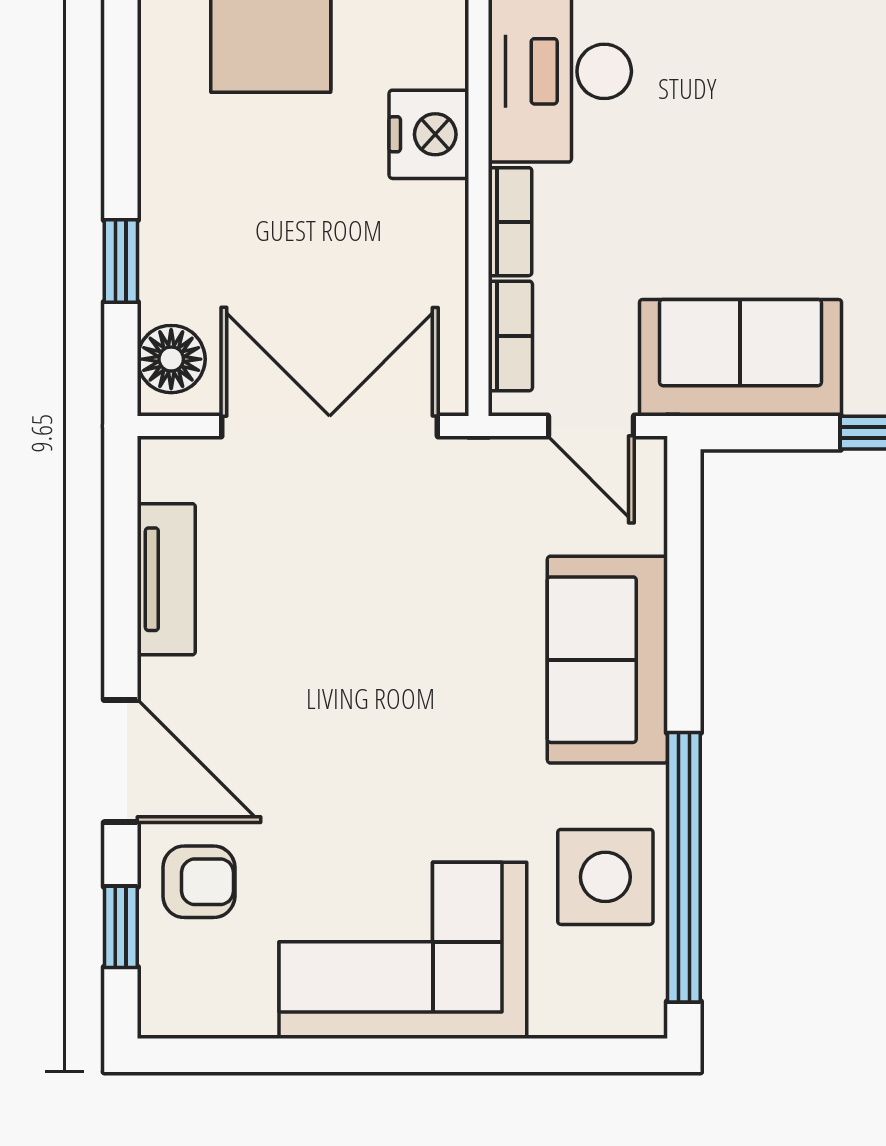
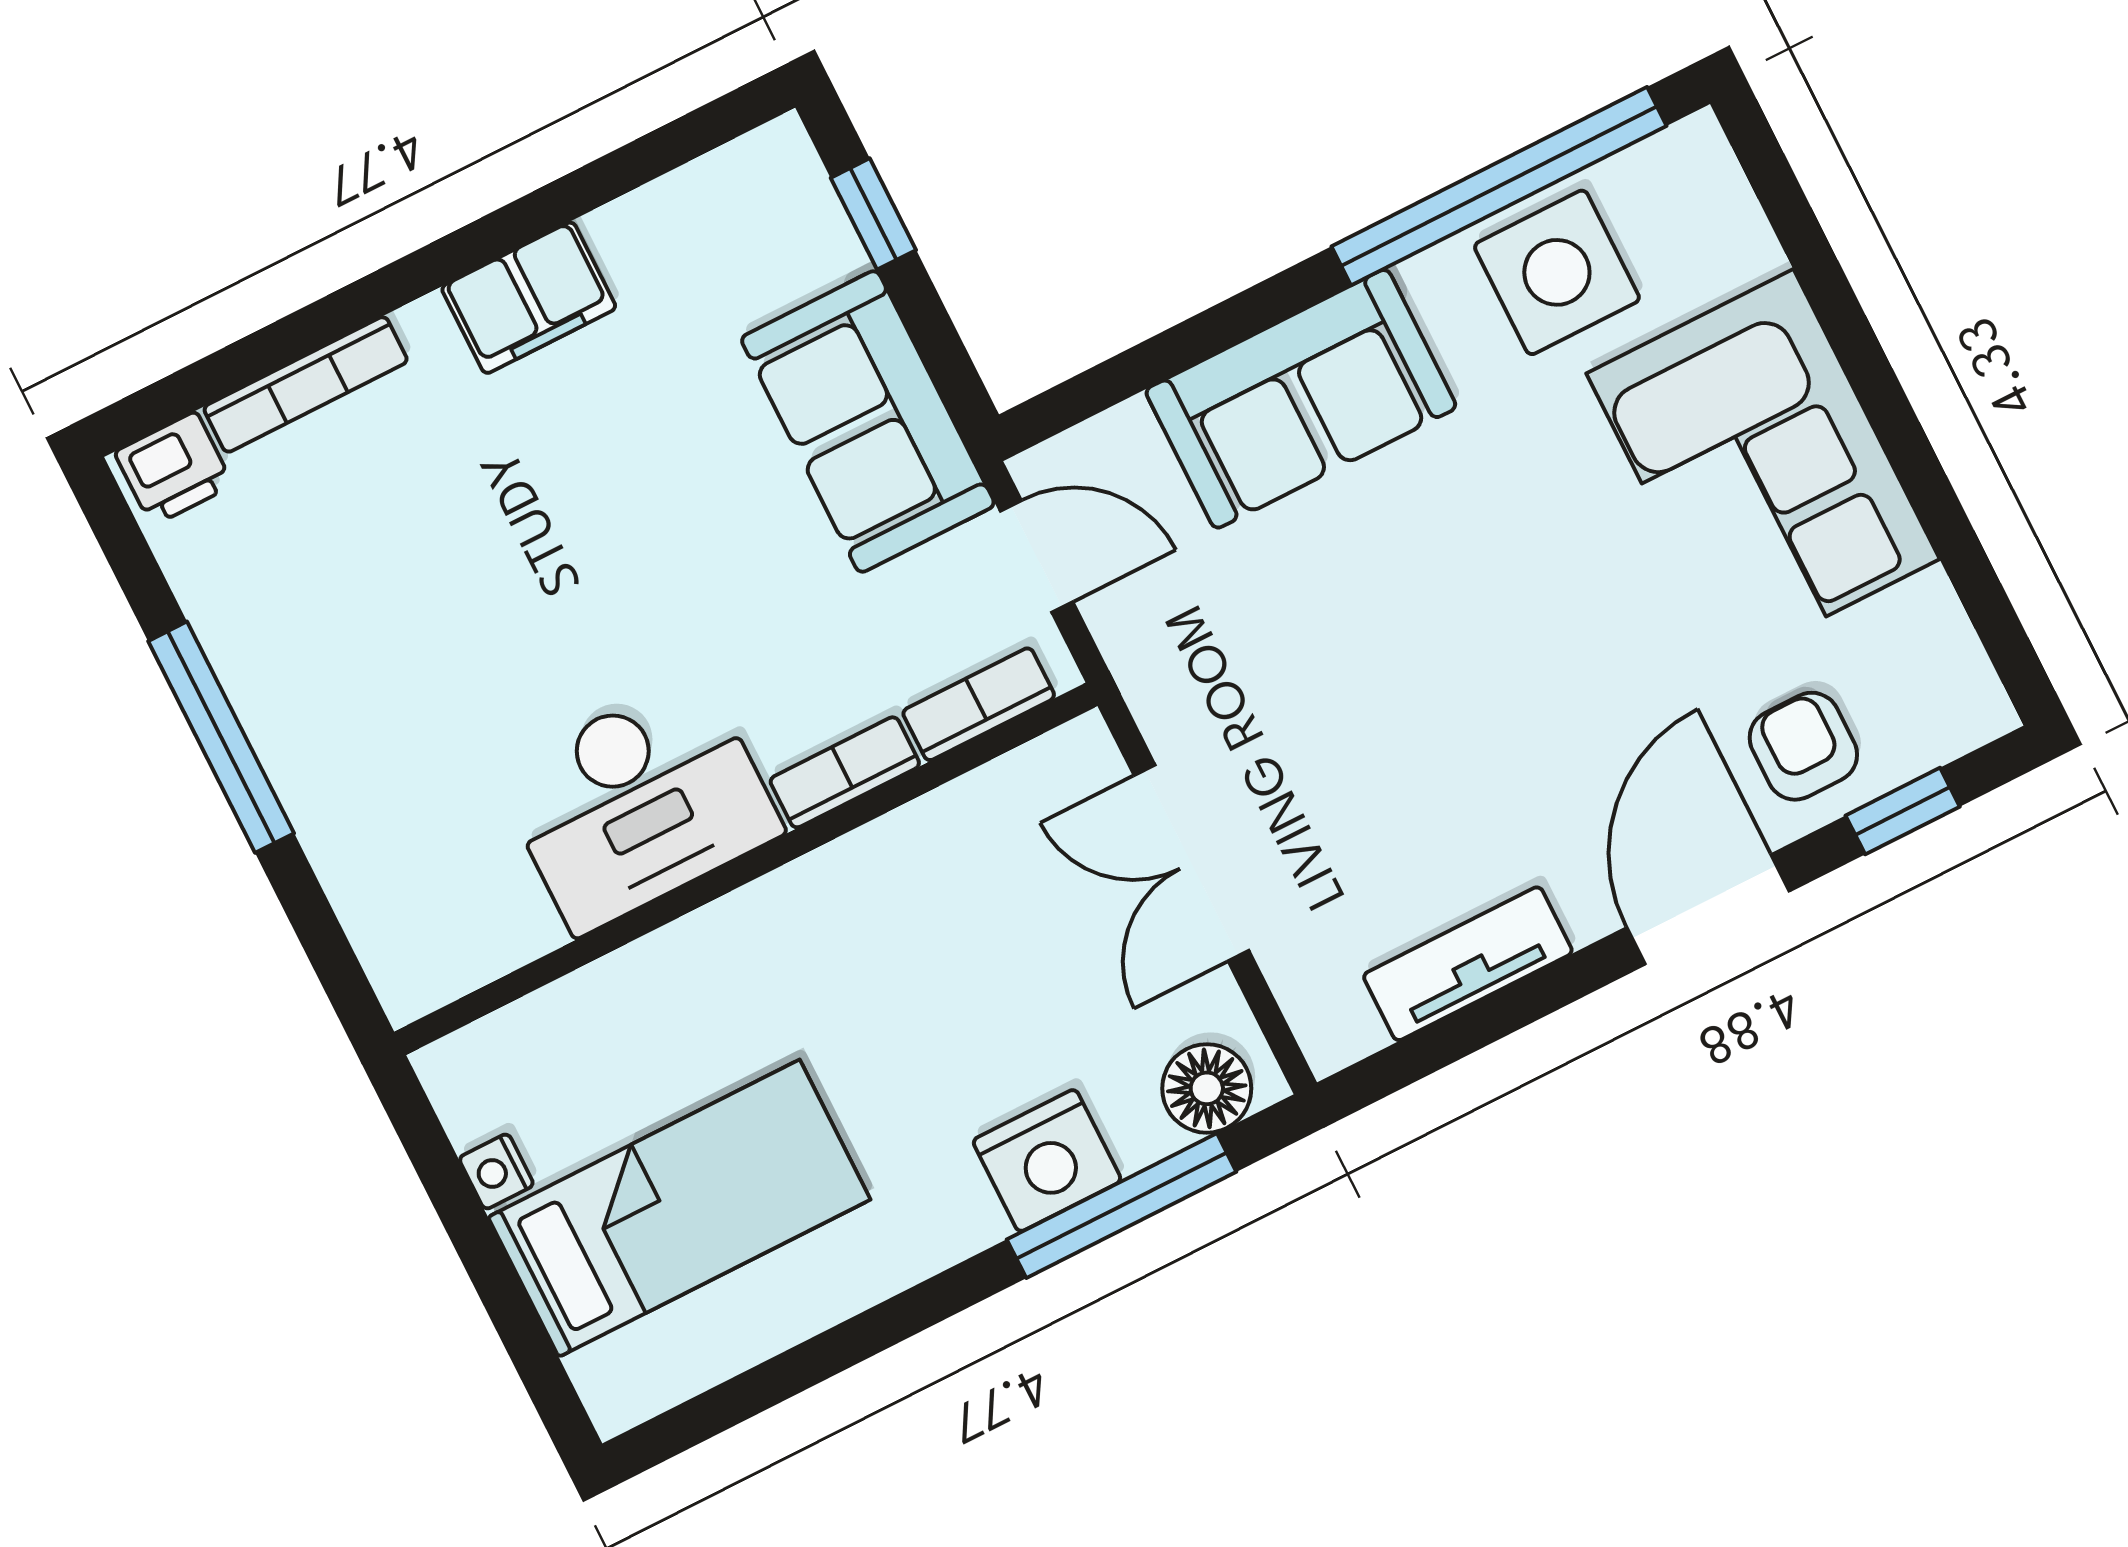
nightstand: (429, 134) -> (1047, 1160), moved, turned 180
window: (121, 261) -> (1122, 1206), width x2.17
double door: (330, 426) -> (1192, 863), width x0.73
door: (591, 426) -> (1037, 556), hinge flipped

